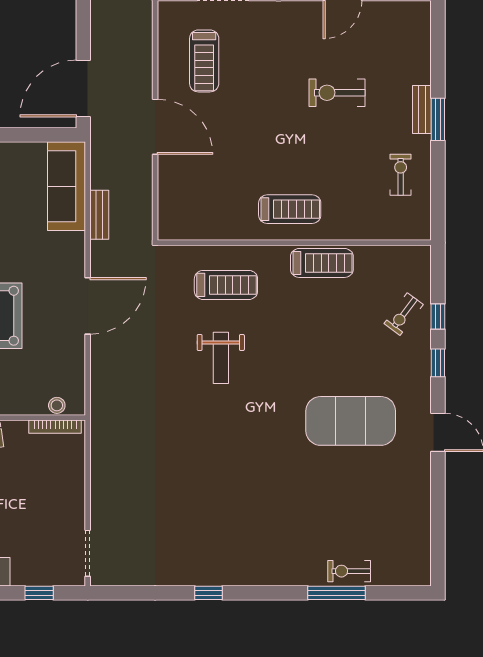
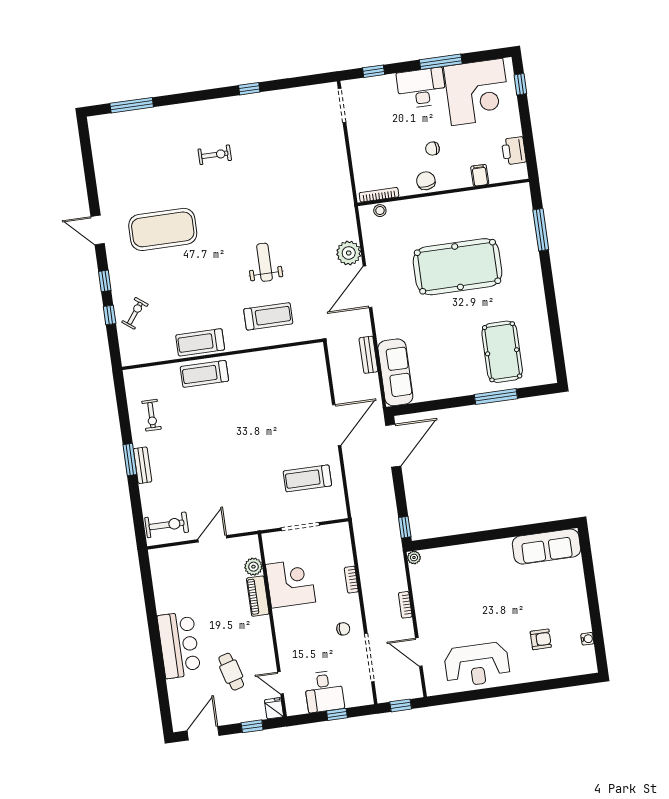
treadmill: (204, 61) -> (307, 478), turned -90
exercise bike: (337, 93) -> (167, 525), moved
door: (155, 127) -> (337, 425), swing flipped
treadmill: (290, 209) -> (204, 374), moved
treadmill: (226, 285) -> (268, 316), turned 180
plant: (107, 355) -> (349, 253), added
exercise bike: (349, 571) -> (215, 155), moved
window: (336, 593) -> (132, 105), moved

